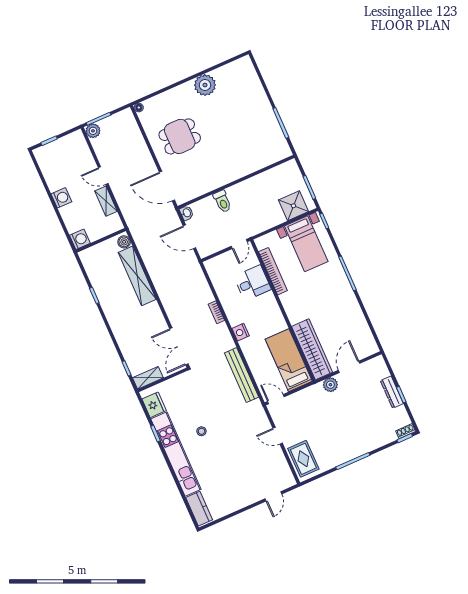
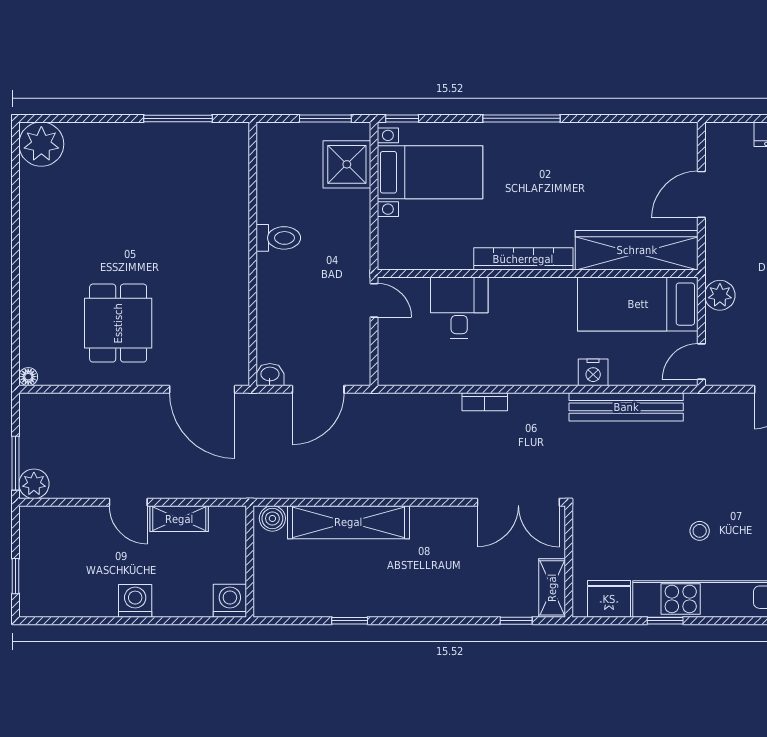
plant: (205, 85) -> (41, 144), moved
door: (103, 176) -> (128, 502), hinge flipped
door: (167, 186) -> (202, 389), hinge flipped
toilet: (222, 201) -> (278, 238), moved
bookcase: (273, 271) -> (523, 259), moved
nightstand: (241, 332) -> (593, 372), moved
door: (349, 367) -> (701, 194), hinge flipped
plant: (330, 385) -> (720, 295), moved

